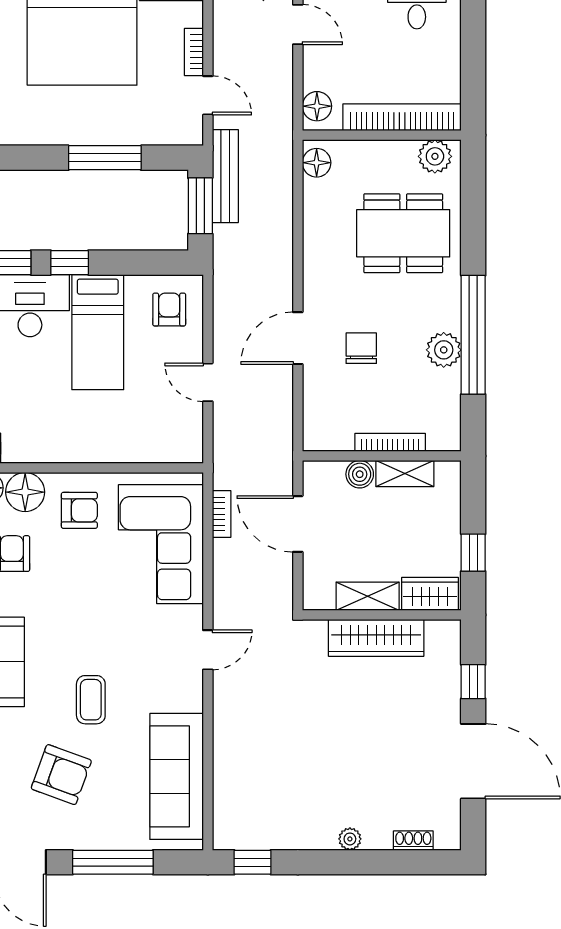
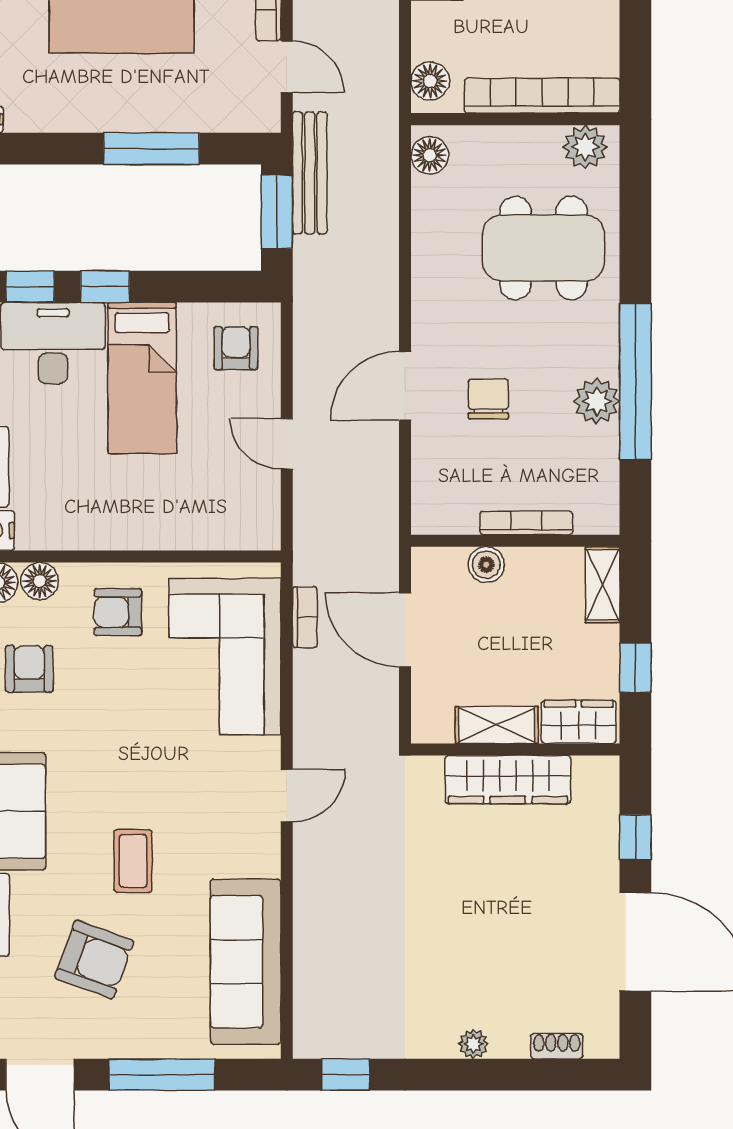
shelving: (405, 474) -> (603, 585), moved, turned 90
floor lamp: (25, 492) -> (40, 581), width x0.73, depth x0.73
armchair: (79, 510) -> (118, 612), turned 180

